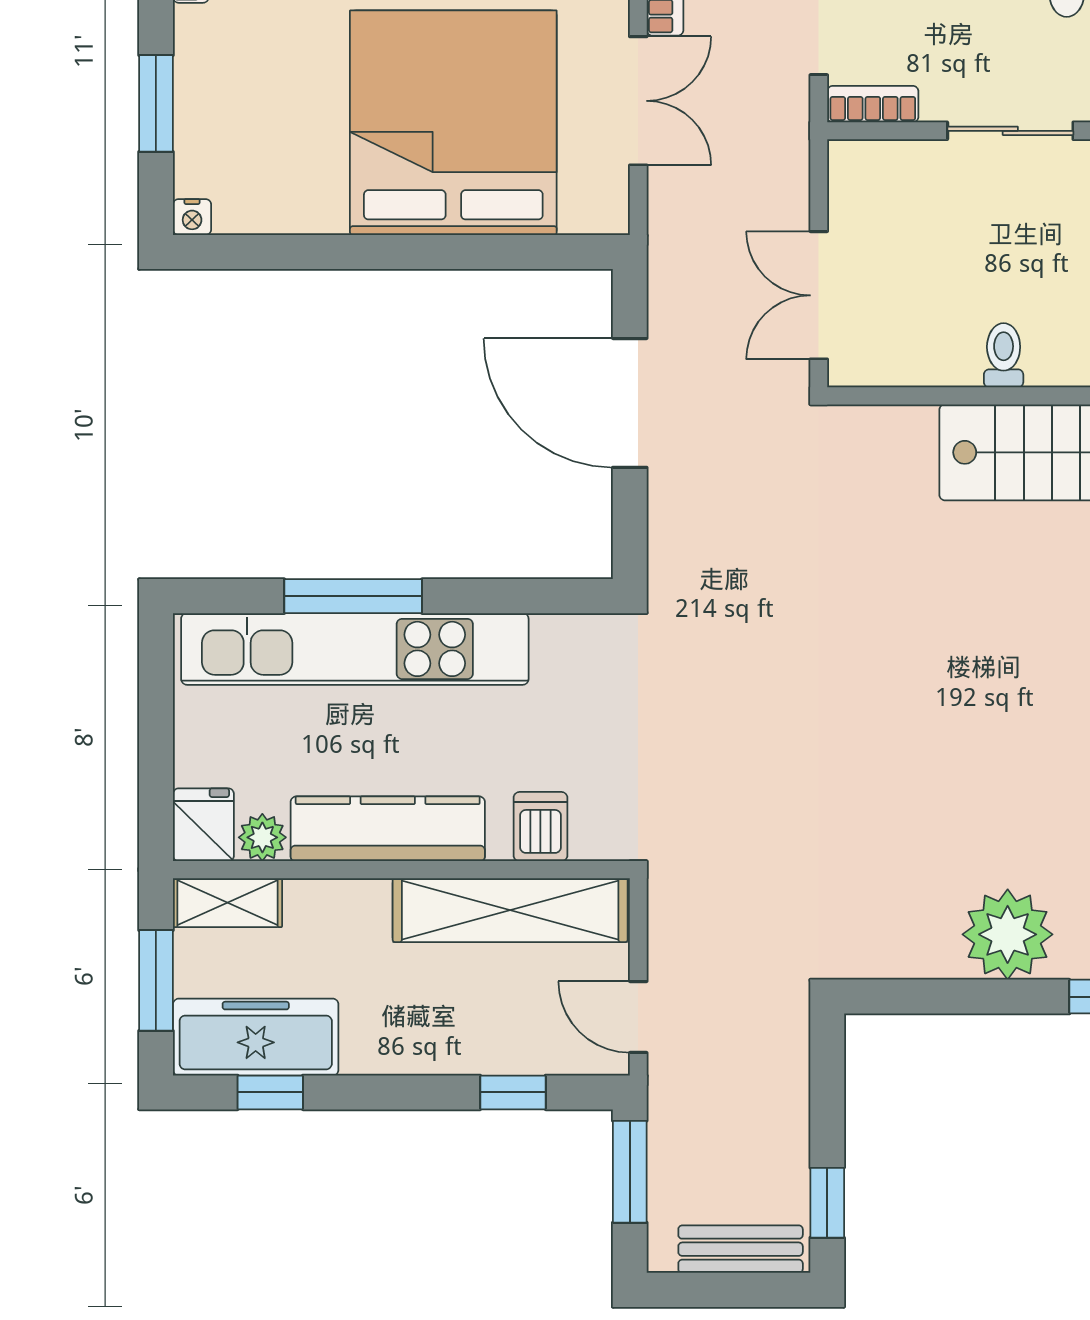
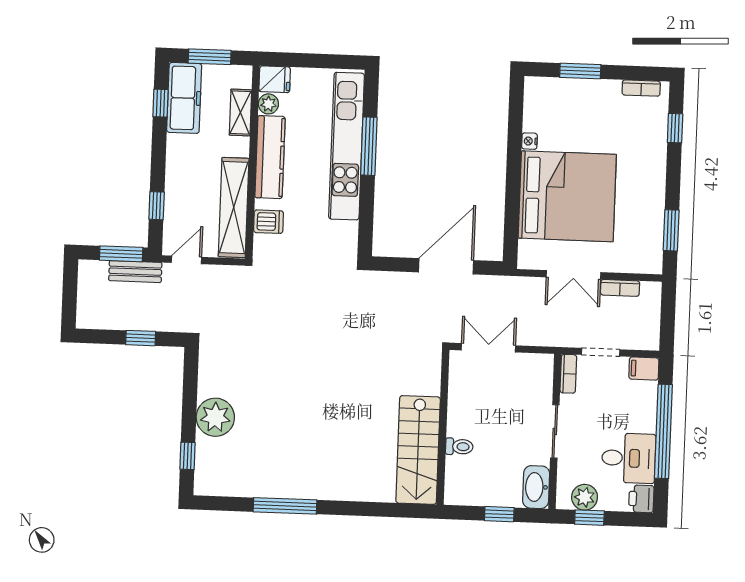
nightstand: (192, 217) -> (529, 141), moved
toilet: (1004, 355) -> (459, 447), moved
shelving: (228, 903) -> (240, 112), moved
window: (827, 1203) -> (141, 338), moved
bench: (741, 1249) -> (135, 272), moved, turned 90

